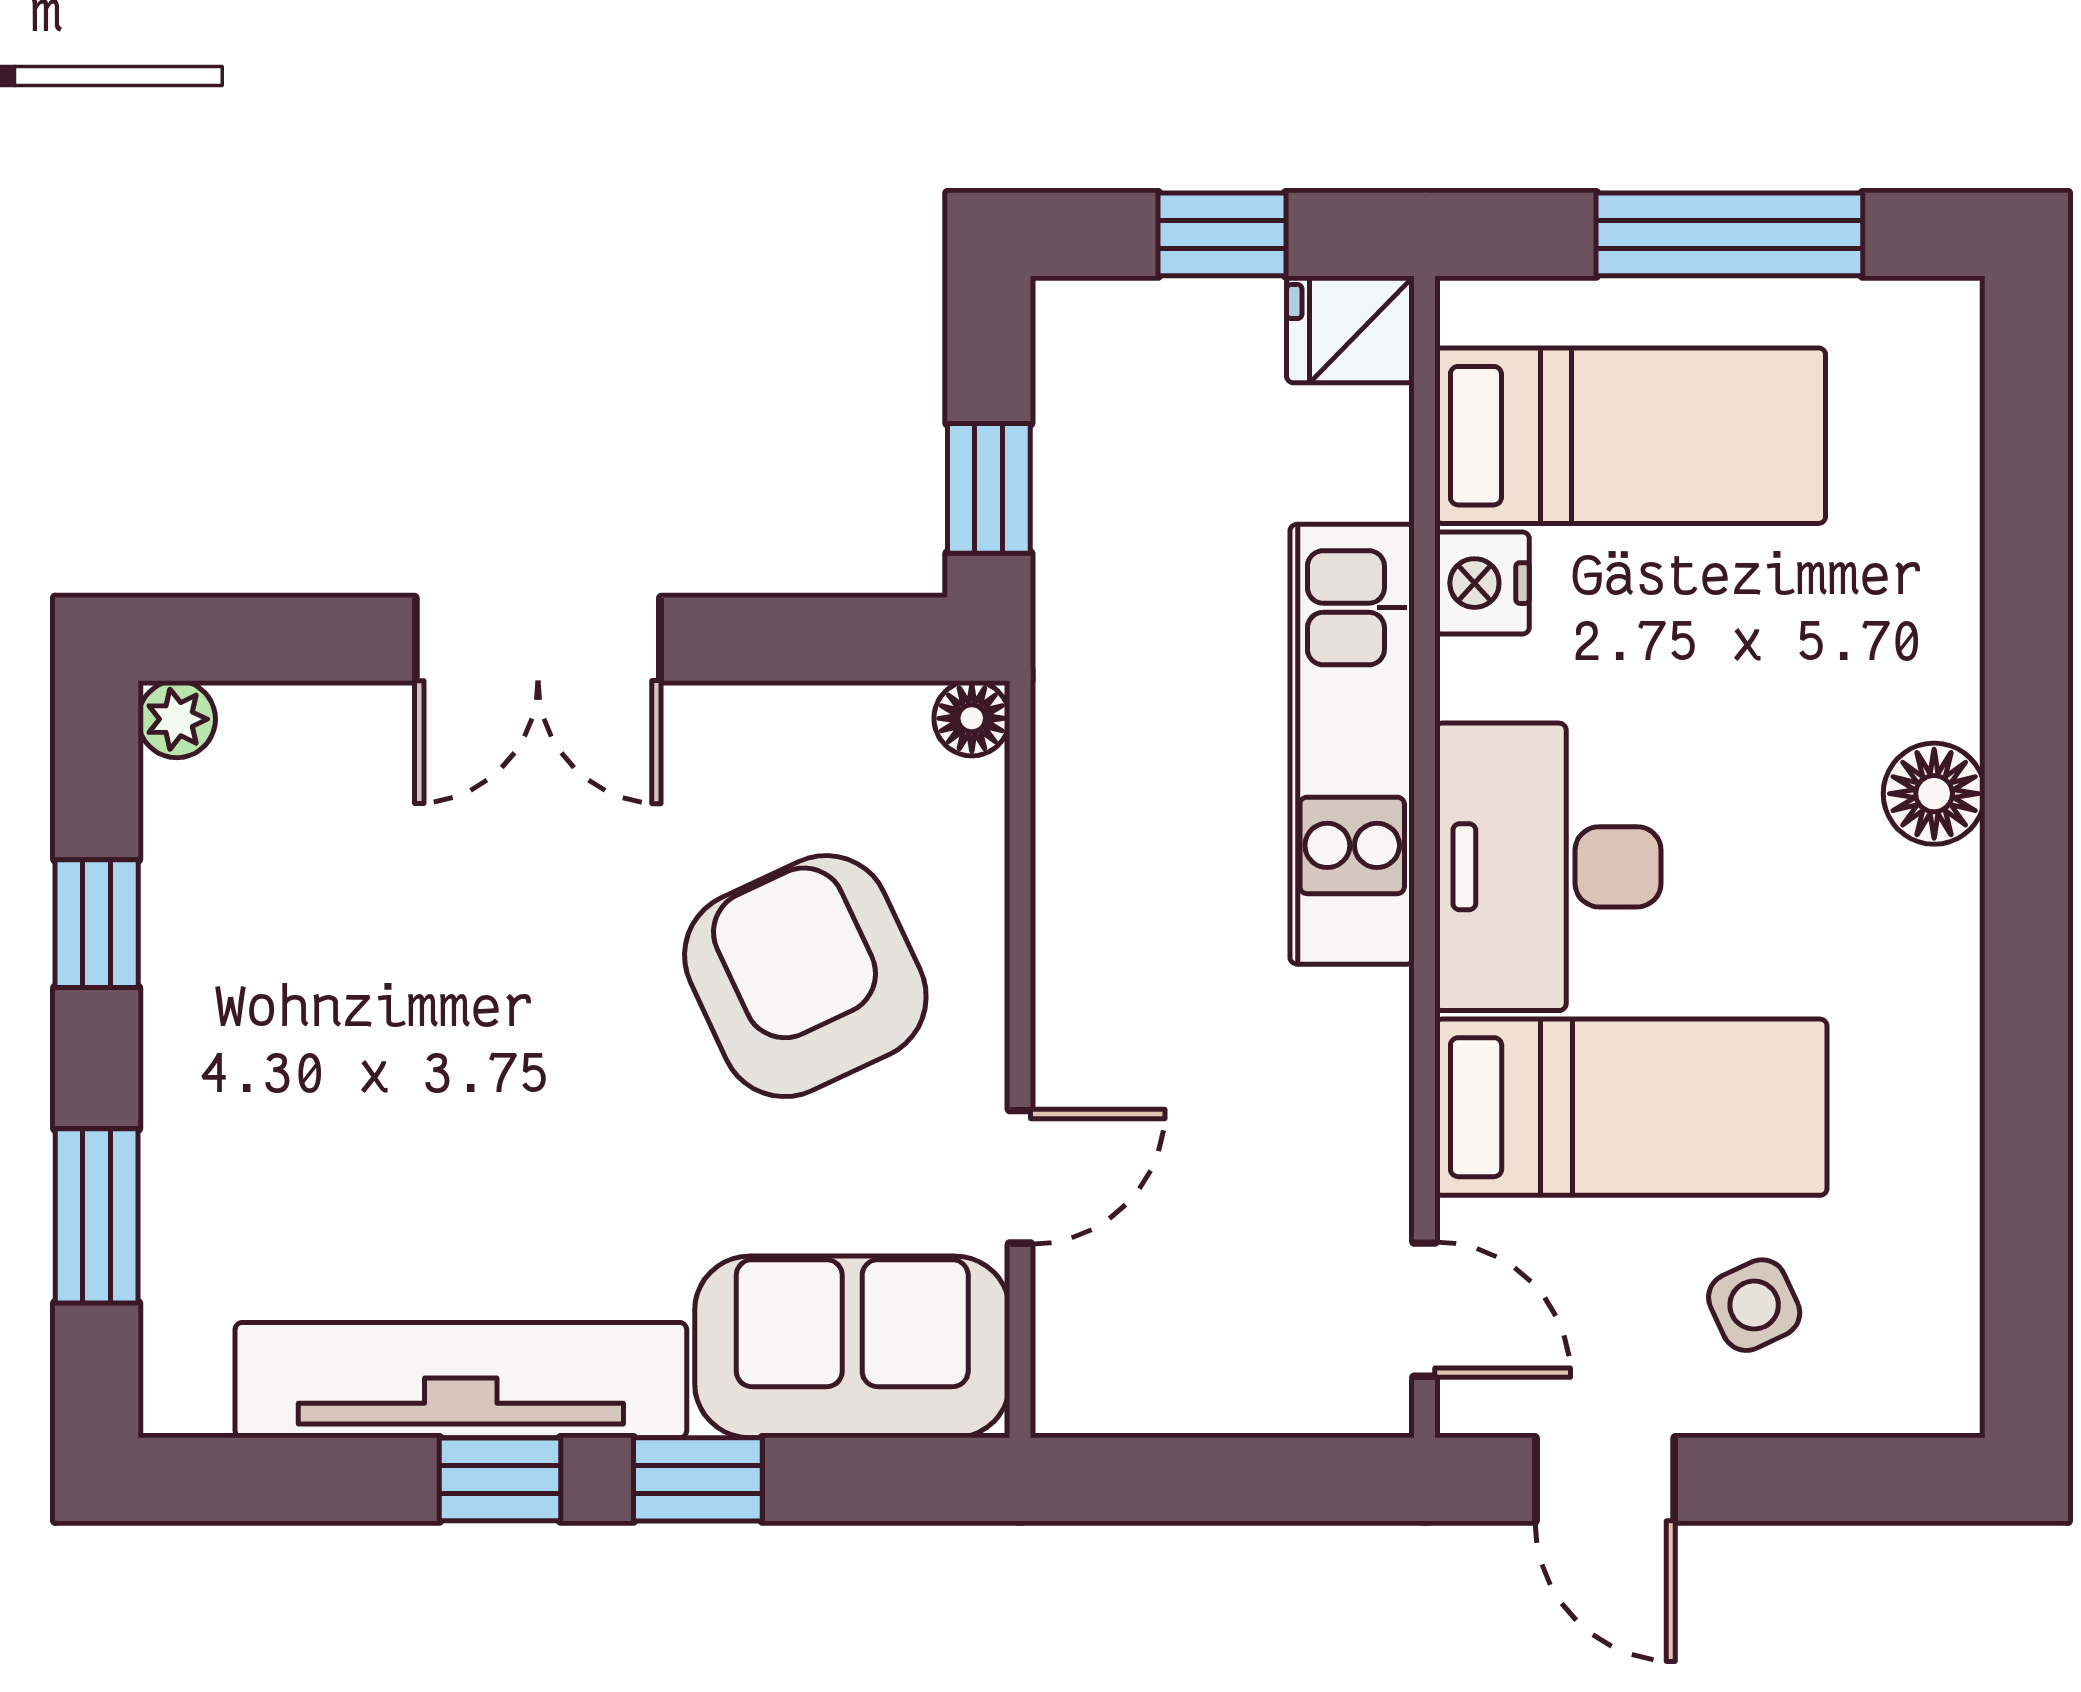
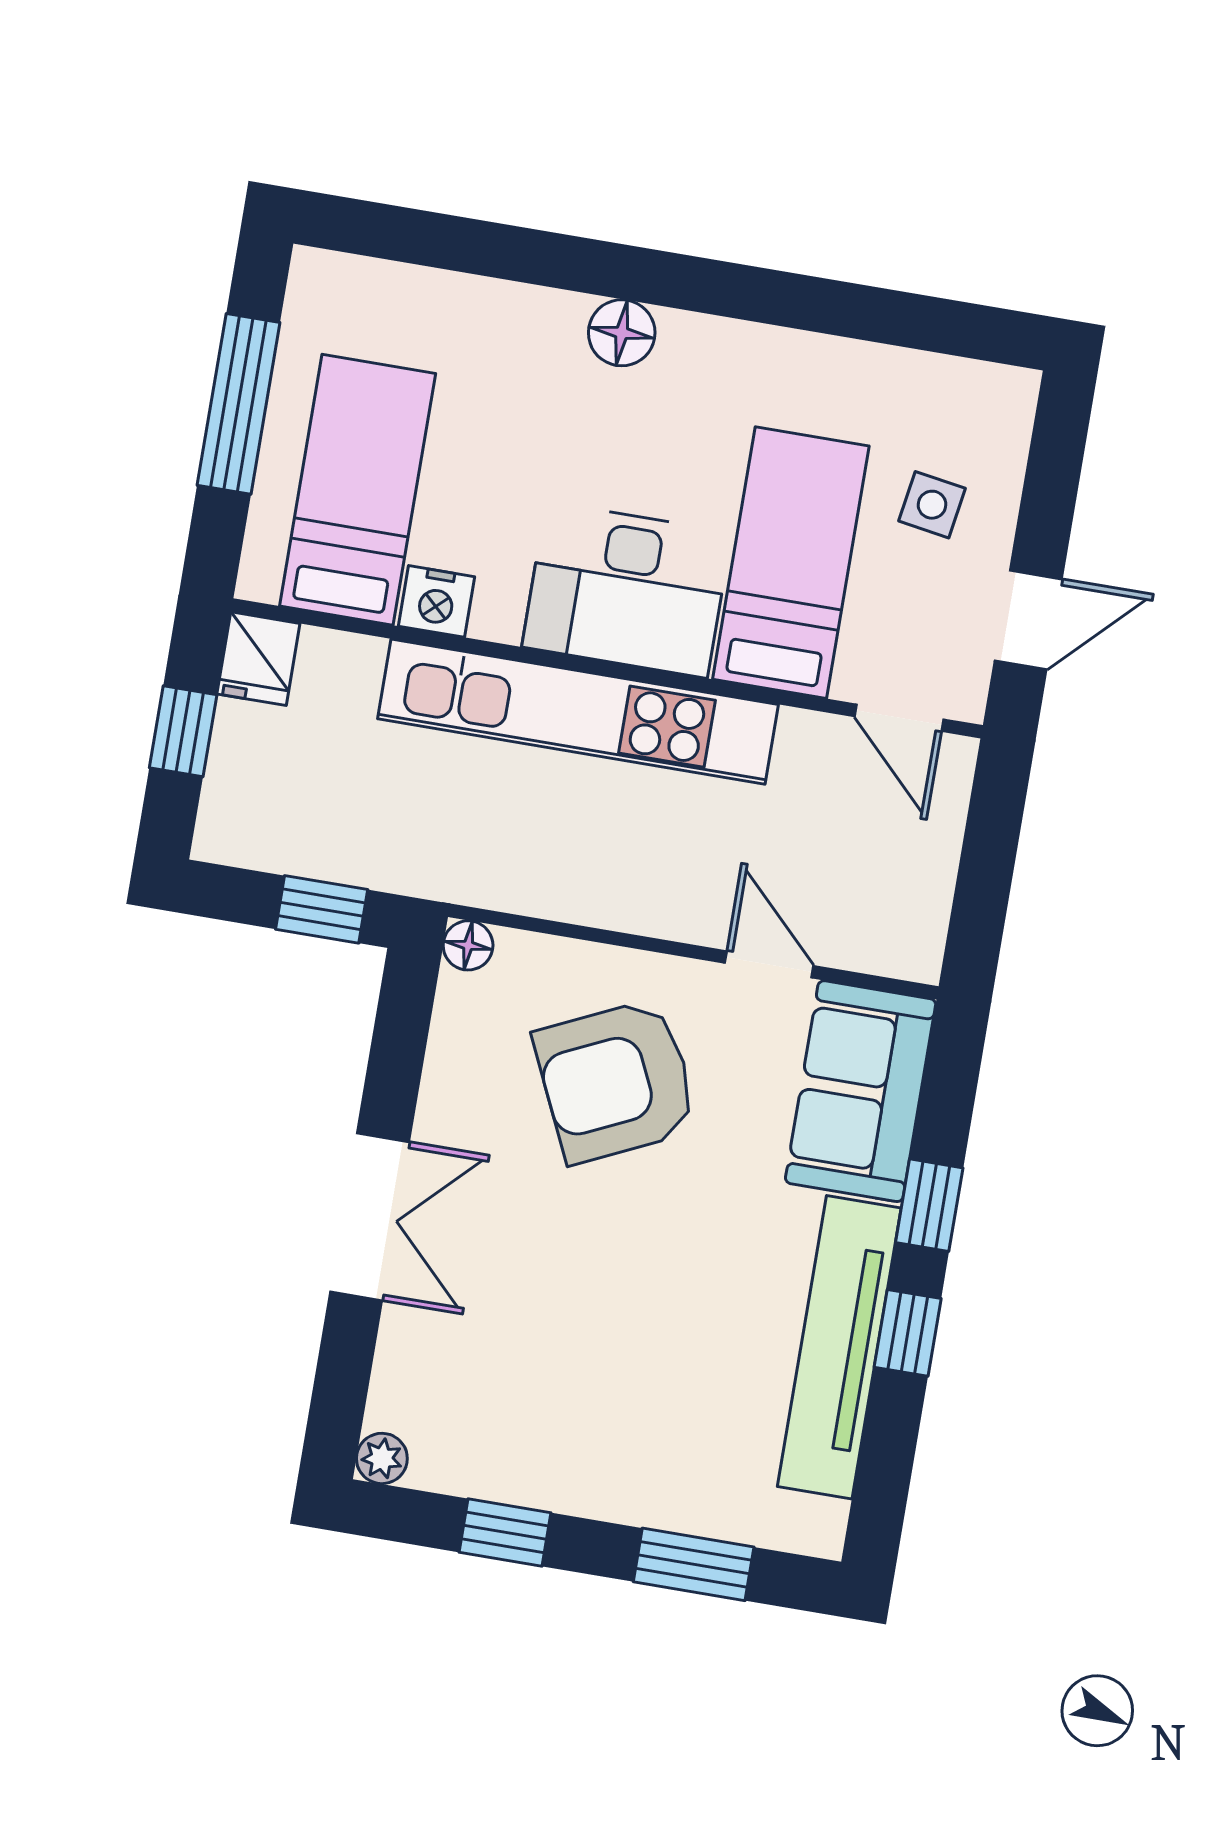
kitchen unit: (1352, 744) -> (578, 712), width x1.36
side table: (1754, 1305) -> (932, 505), turned 34
door: (1425, 1310) -> (899, 718), swing flipped

